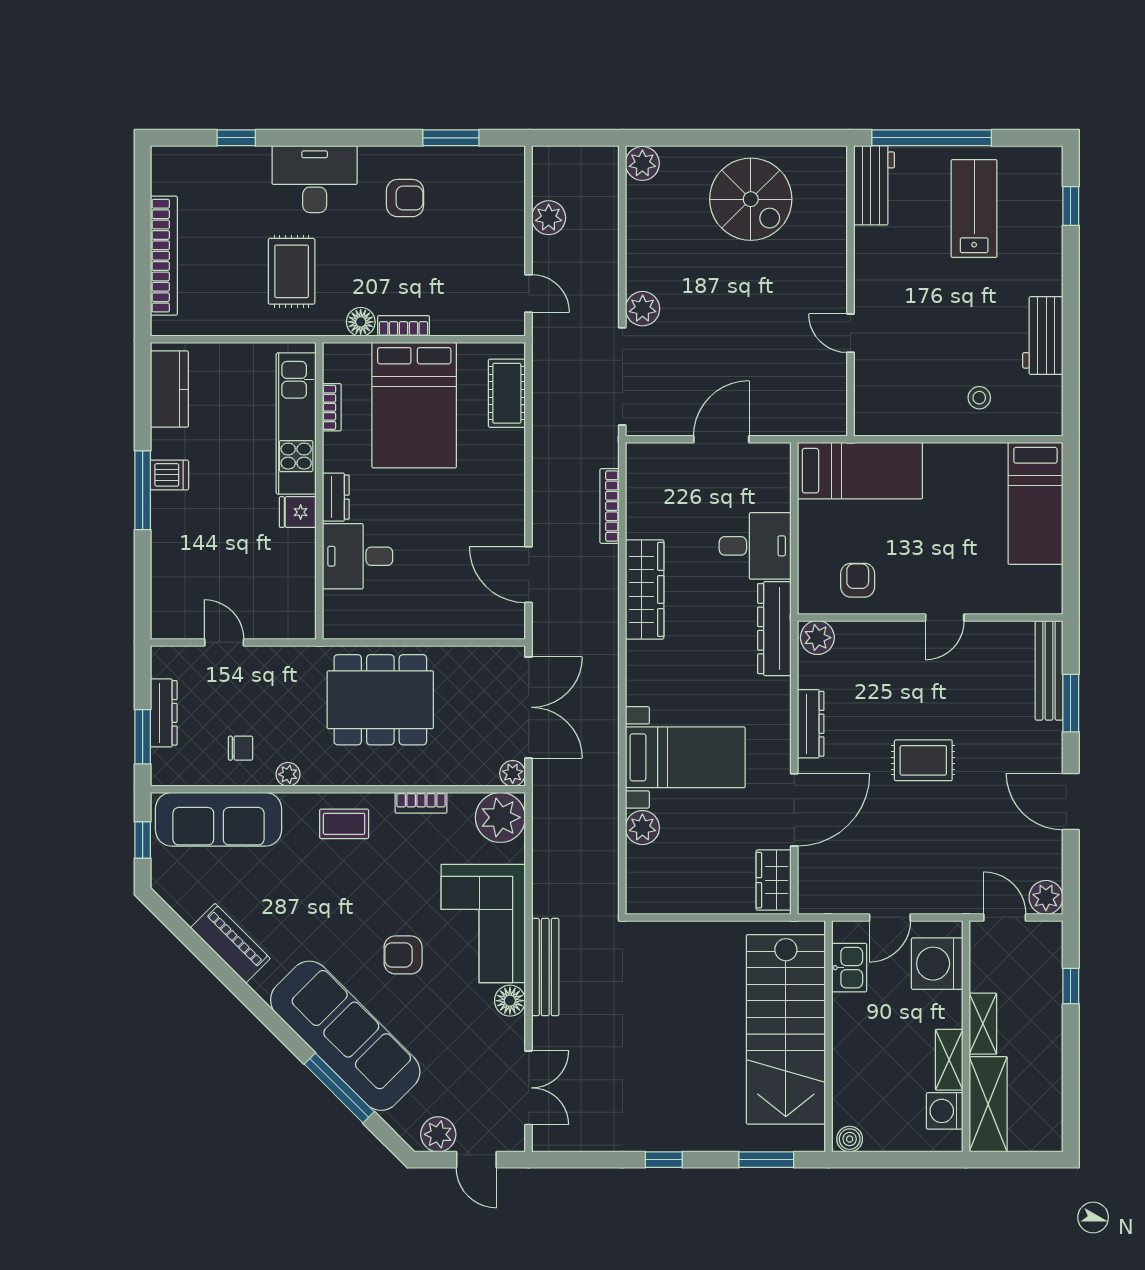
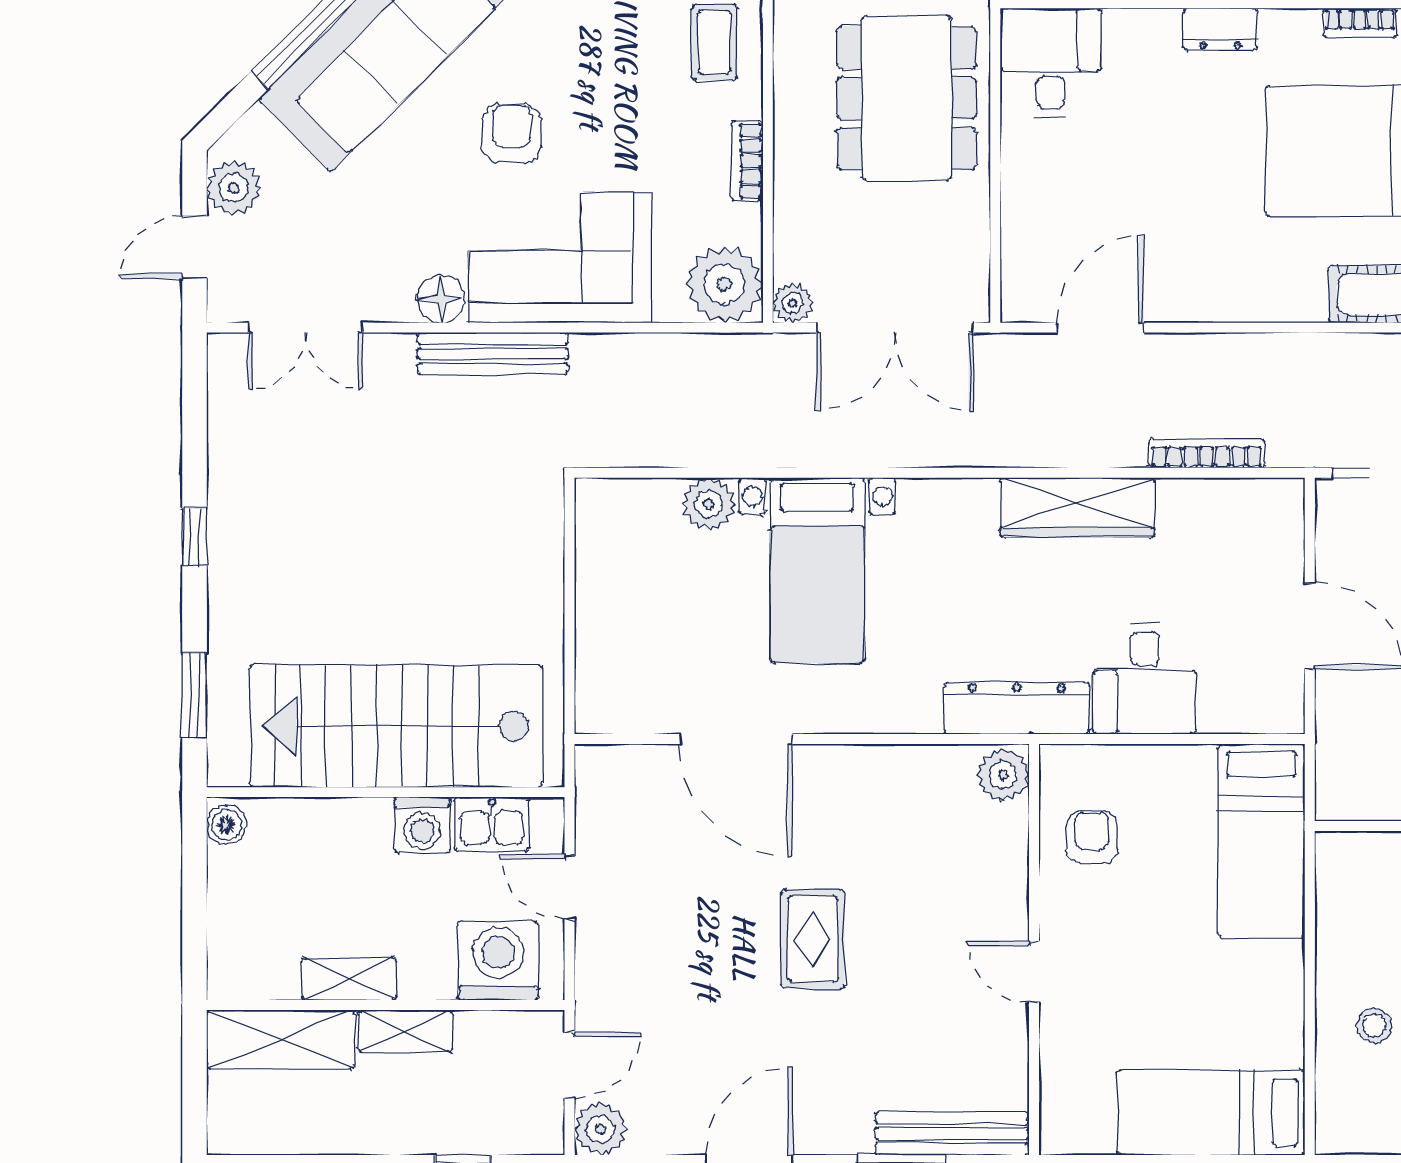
desk: (357, 556) -> (1051, 63), moved
armchair: (858, 580) -> (1092, 837), turned -90
dresser: (811, 724) -> (870, 764), removed
wardrobe: (774, 880) -> (627, 707), removed
washing machine: (945, 1111) -> (422, 825), moved, turned 180

